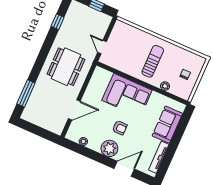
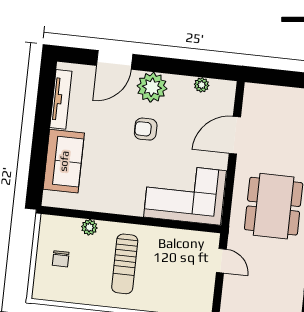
corner sofa: (127, 95) -> (185, 194), moved

